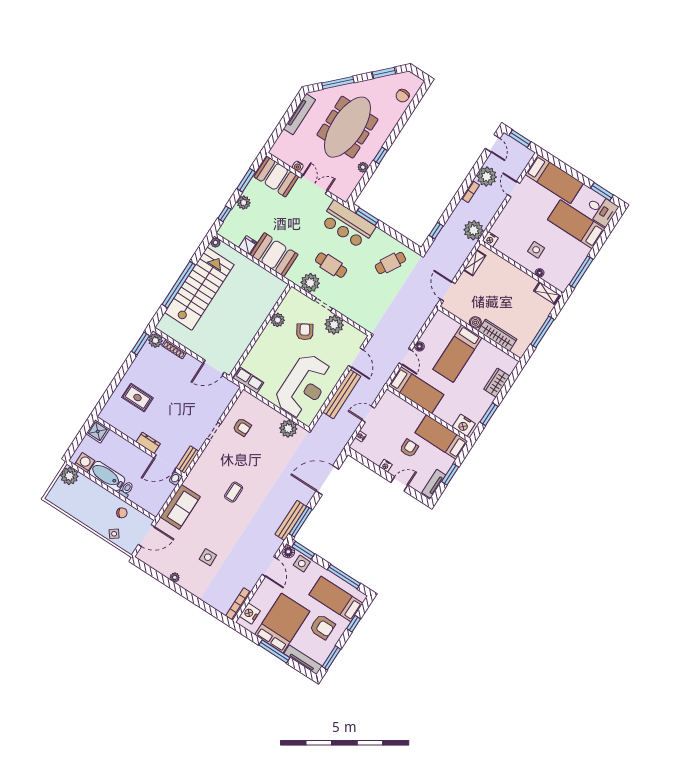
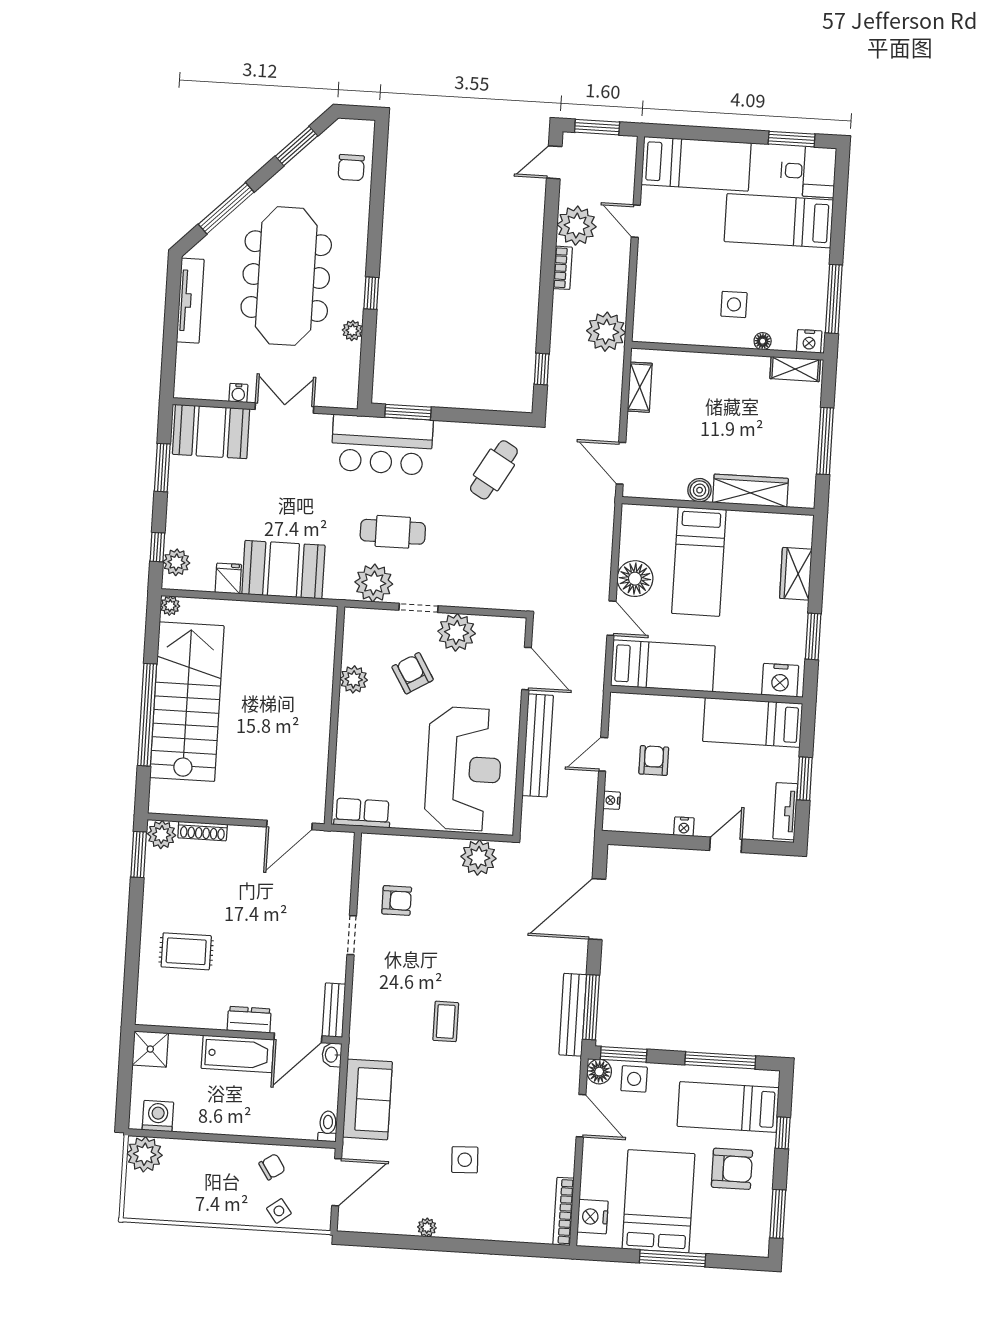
door: (493, 143) -> (554, 162), swing flipped
plant: (244, 202) -> (176, 562), moved
nightstand: (490, 239) -> (809, 341), moved
floor lamp: (419, 346) -> (635, 579), width x1.89, depth x1.89
armchair: (409, 448) -> (654, 761), moved
bathtub: (107, 476) -> (237, 1054), moved, turned 180
toilet: (126, 489) -> (328, 1126), moved
tv unit: (303, 660) -> (730, 1245), removed

